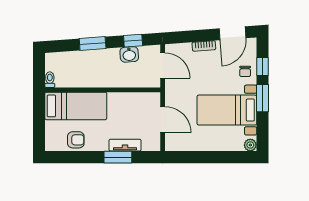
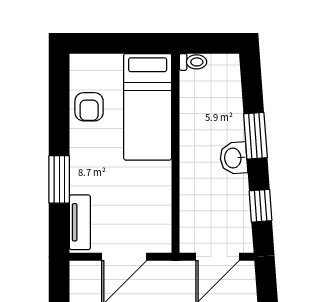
washbasin: (129, 54) -> (234, 158), moved
tv unit: (125, 145) -> (80, 222), moved

